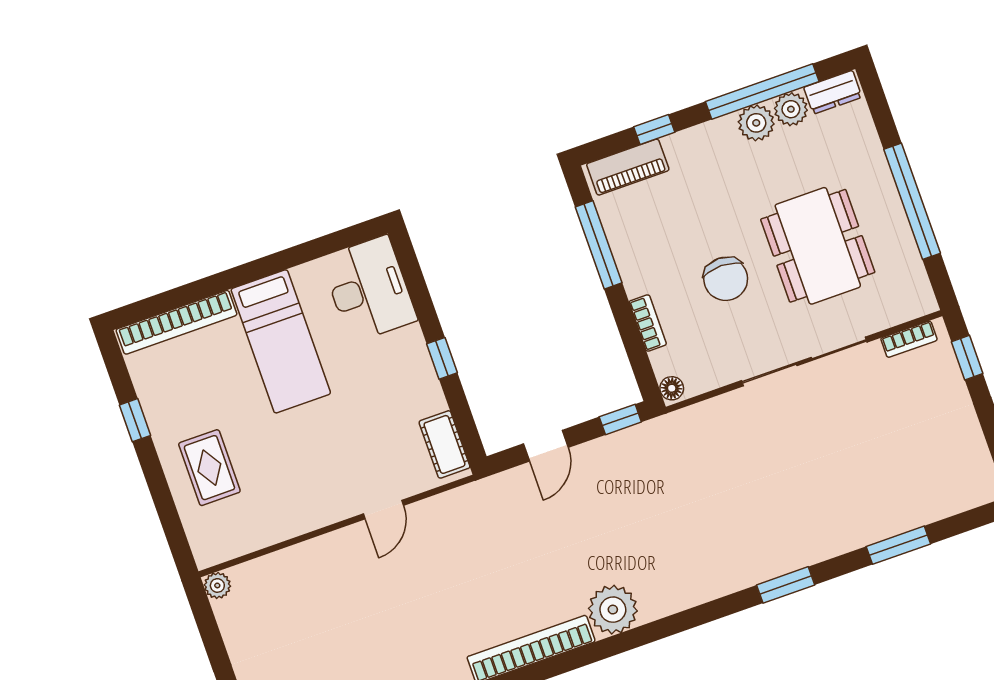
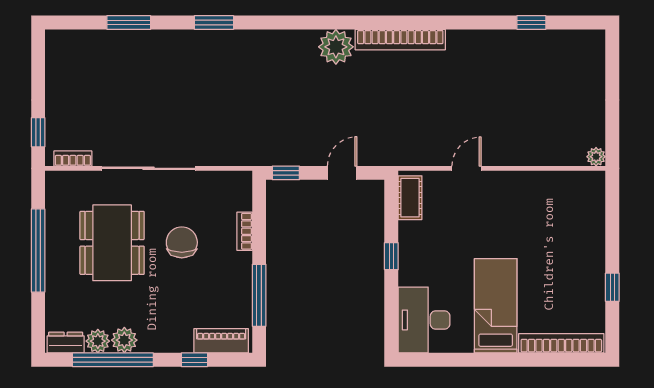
floor lamp: (672, 388) -> (244, 182), removed
rug: (209, 468) -> (574, 238), removed

